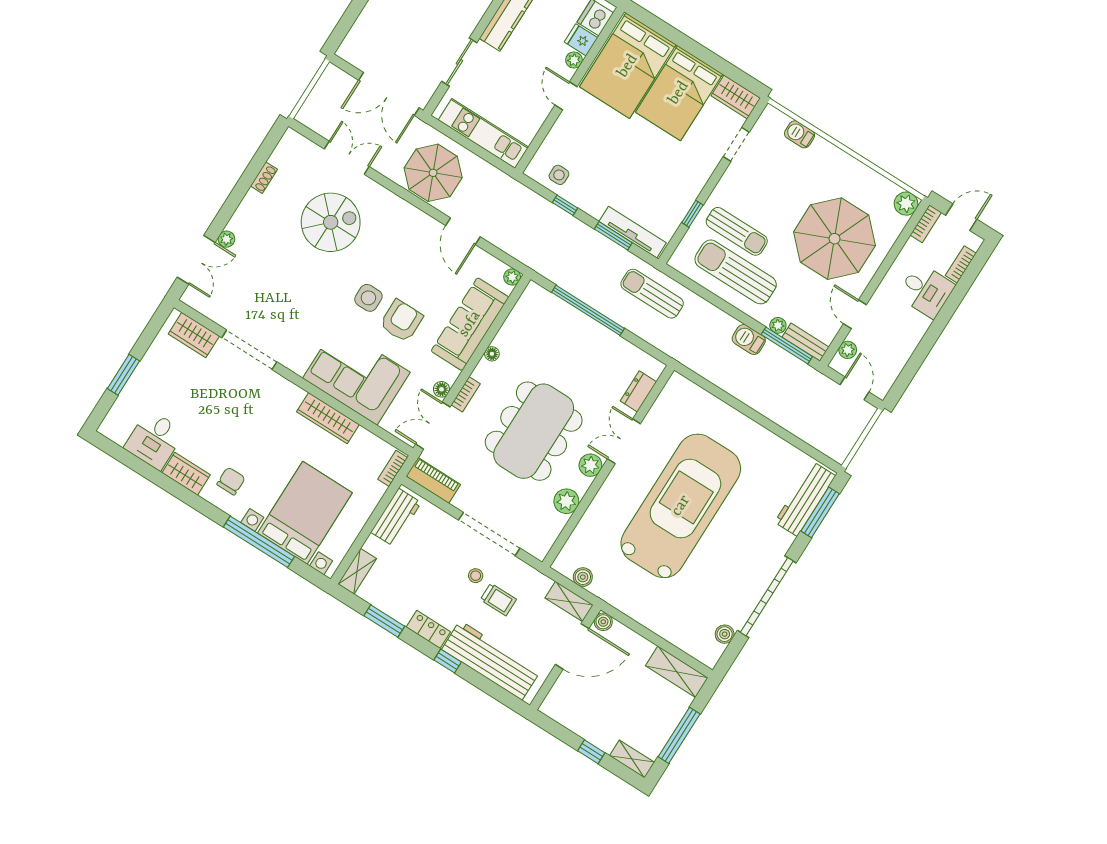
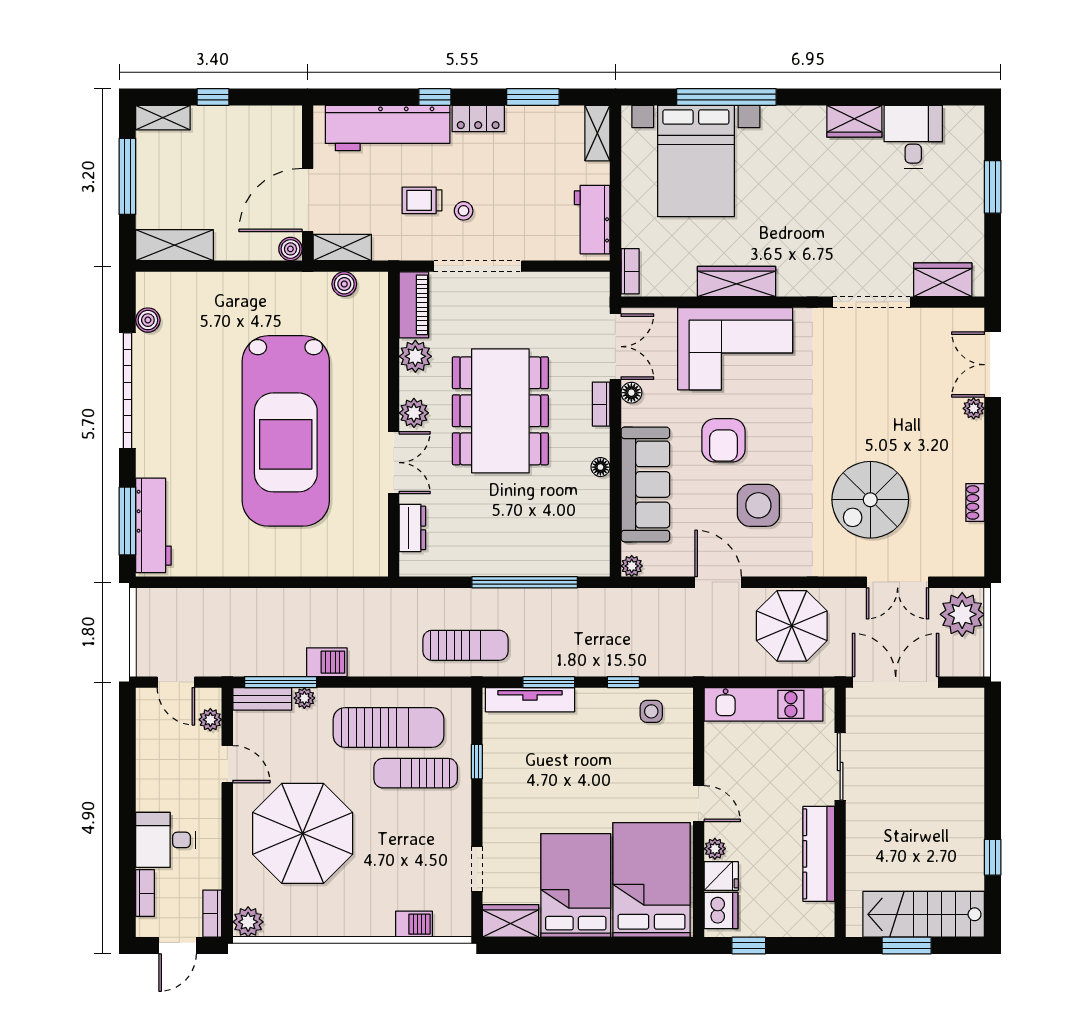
plant: (318, 110) -> (962, 614), added
side table: (368, 298) -> (758, 505), moved, width x1.37, depth x1.37
piano: (433, 480) -> (414, 305), moved, turned -90
chair: (231, 481) -> (800, 144), removed

